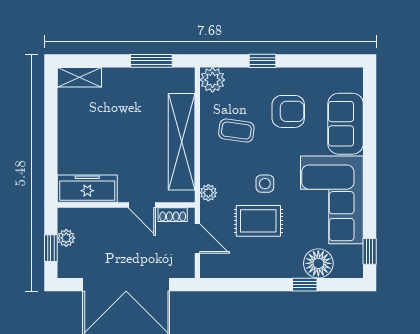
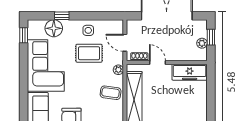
coffee table: (236, 131) -> (111, 93), moved
side table: (265, 184) -> (88, 30), moved

